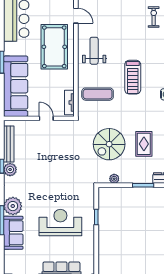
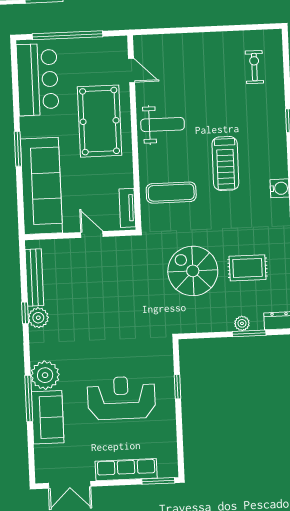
weight bench: (94, 51) -> (163, 124), turned 90
spiral stairs: (109, 144) -> (193, 271), turned 90
rug: (144, 144) -> (248, 268), turned 90
plant: (114, 179) -> (242, 323), moved

